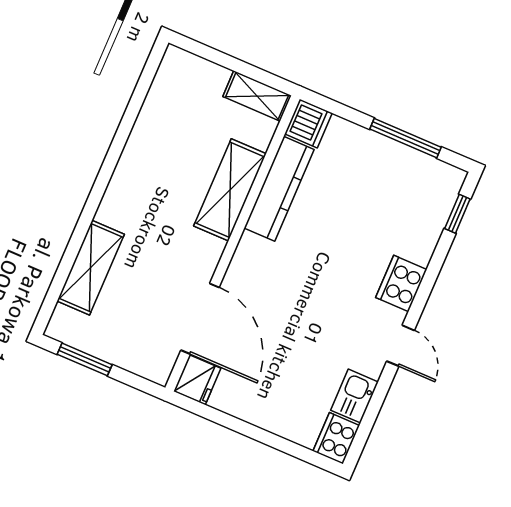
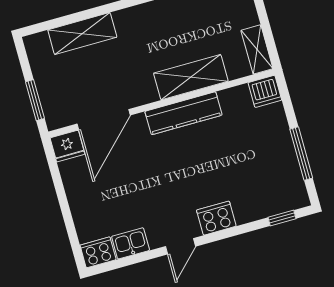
kitchen counter: (279, 189) -> (184, 113), moved
window: (85, 359) -> (35, 100), moved

